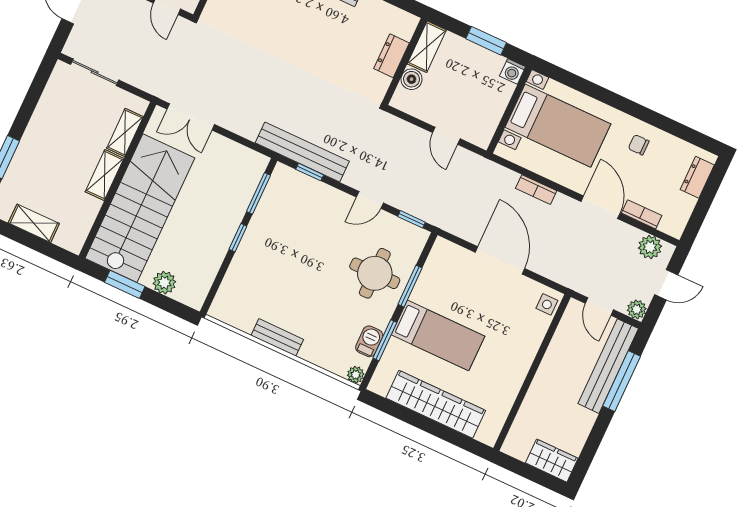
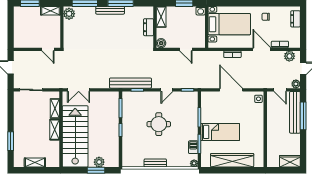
boiler: (412, 79) -> (161, 43), moved
round table: (375, 273) -> (159, 124), moved
window: (125, 284) -> (96, 170), moved

